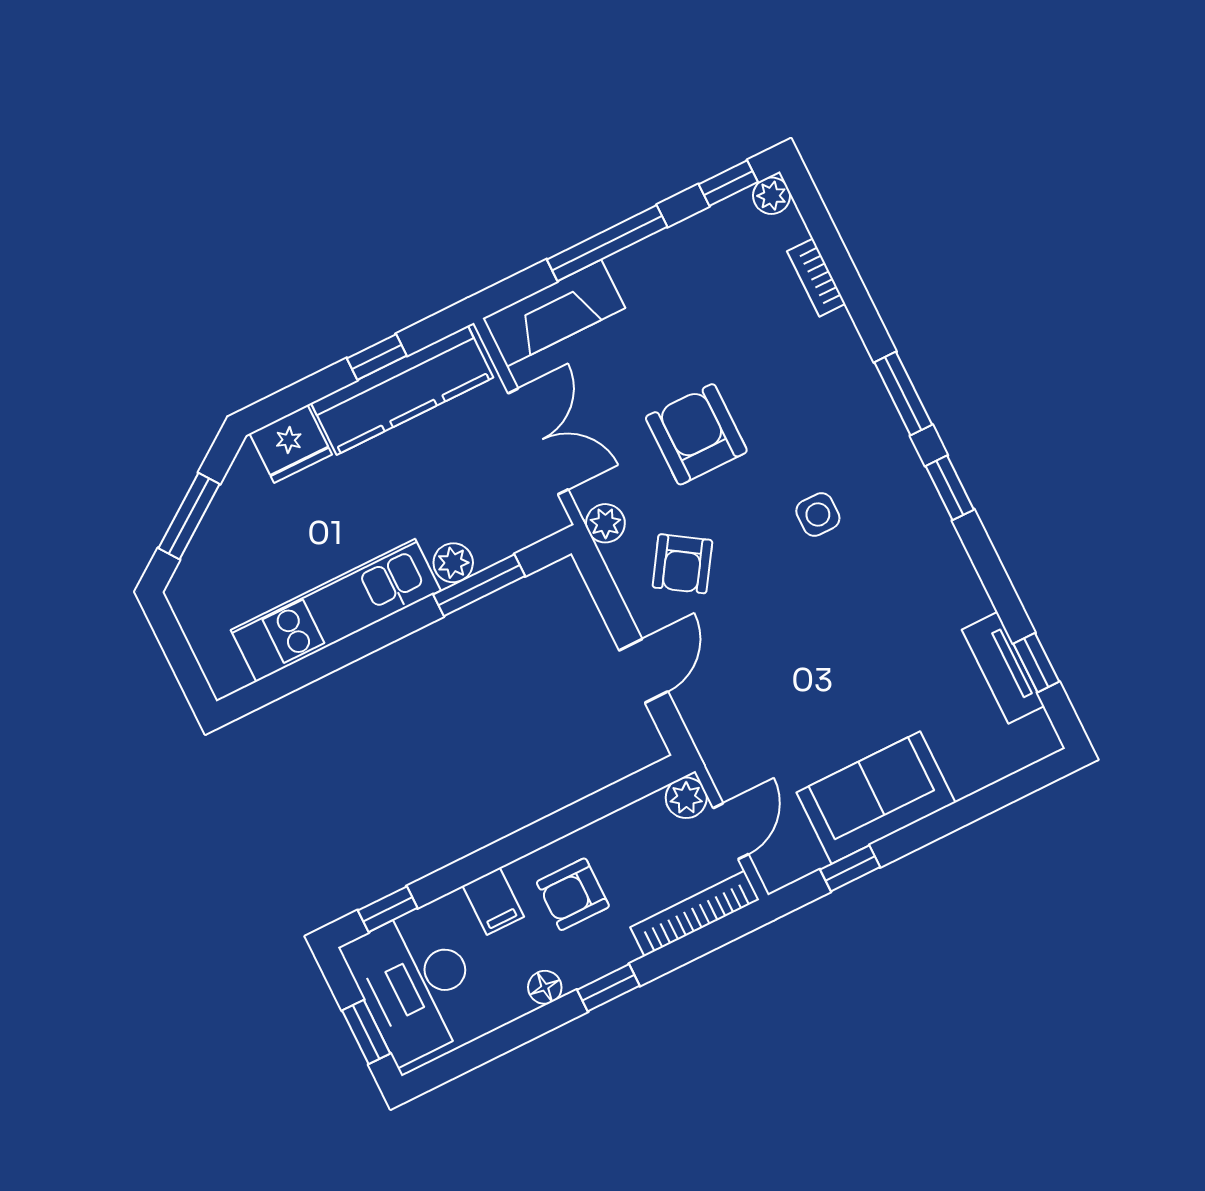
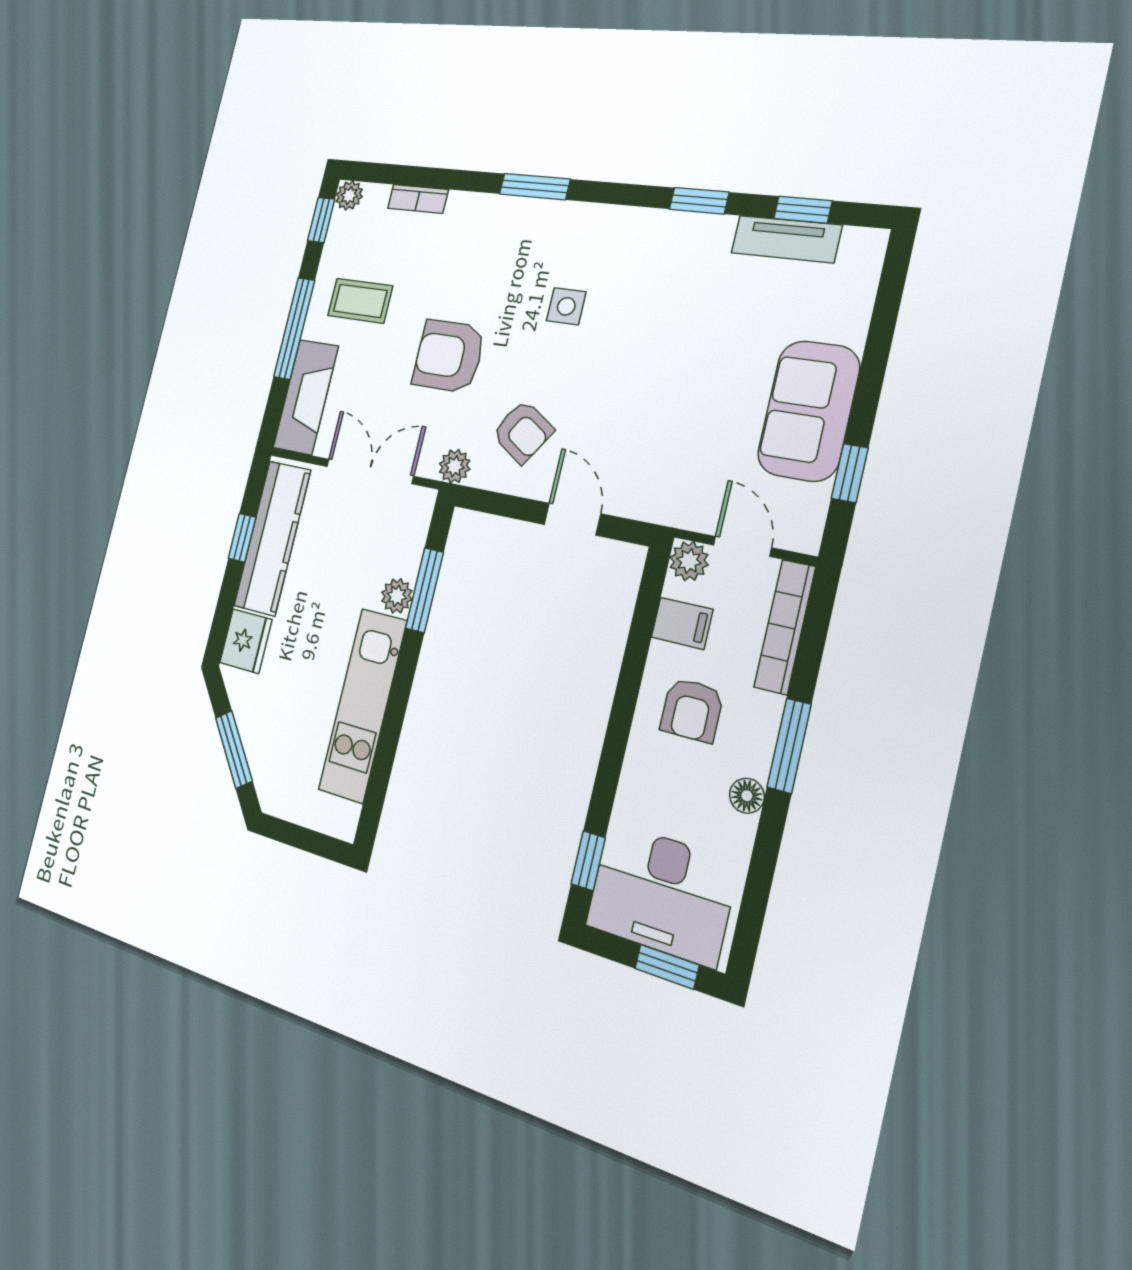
coffee table: (682, 296) -> (360, 301), added
window: (950, 488) -> (699, 201), moved
filing cabinet: (493, 901) -> (682, 623), moved
window: (608, 988) -> (789, 746), width x1.50

